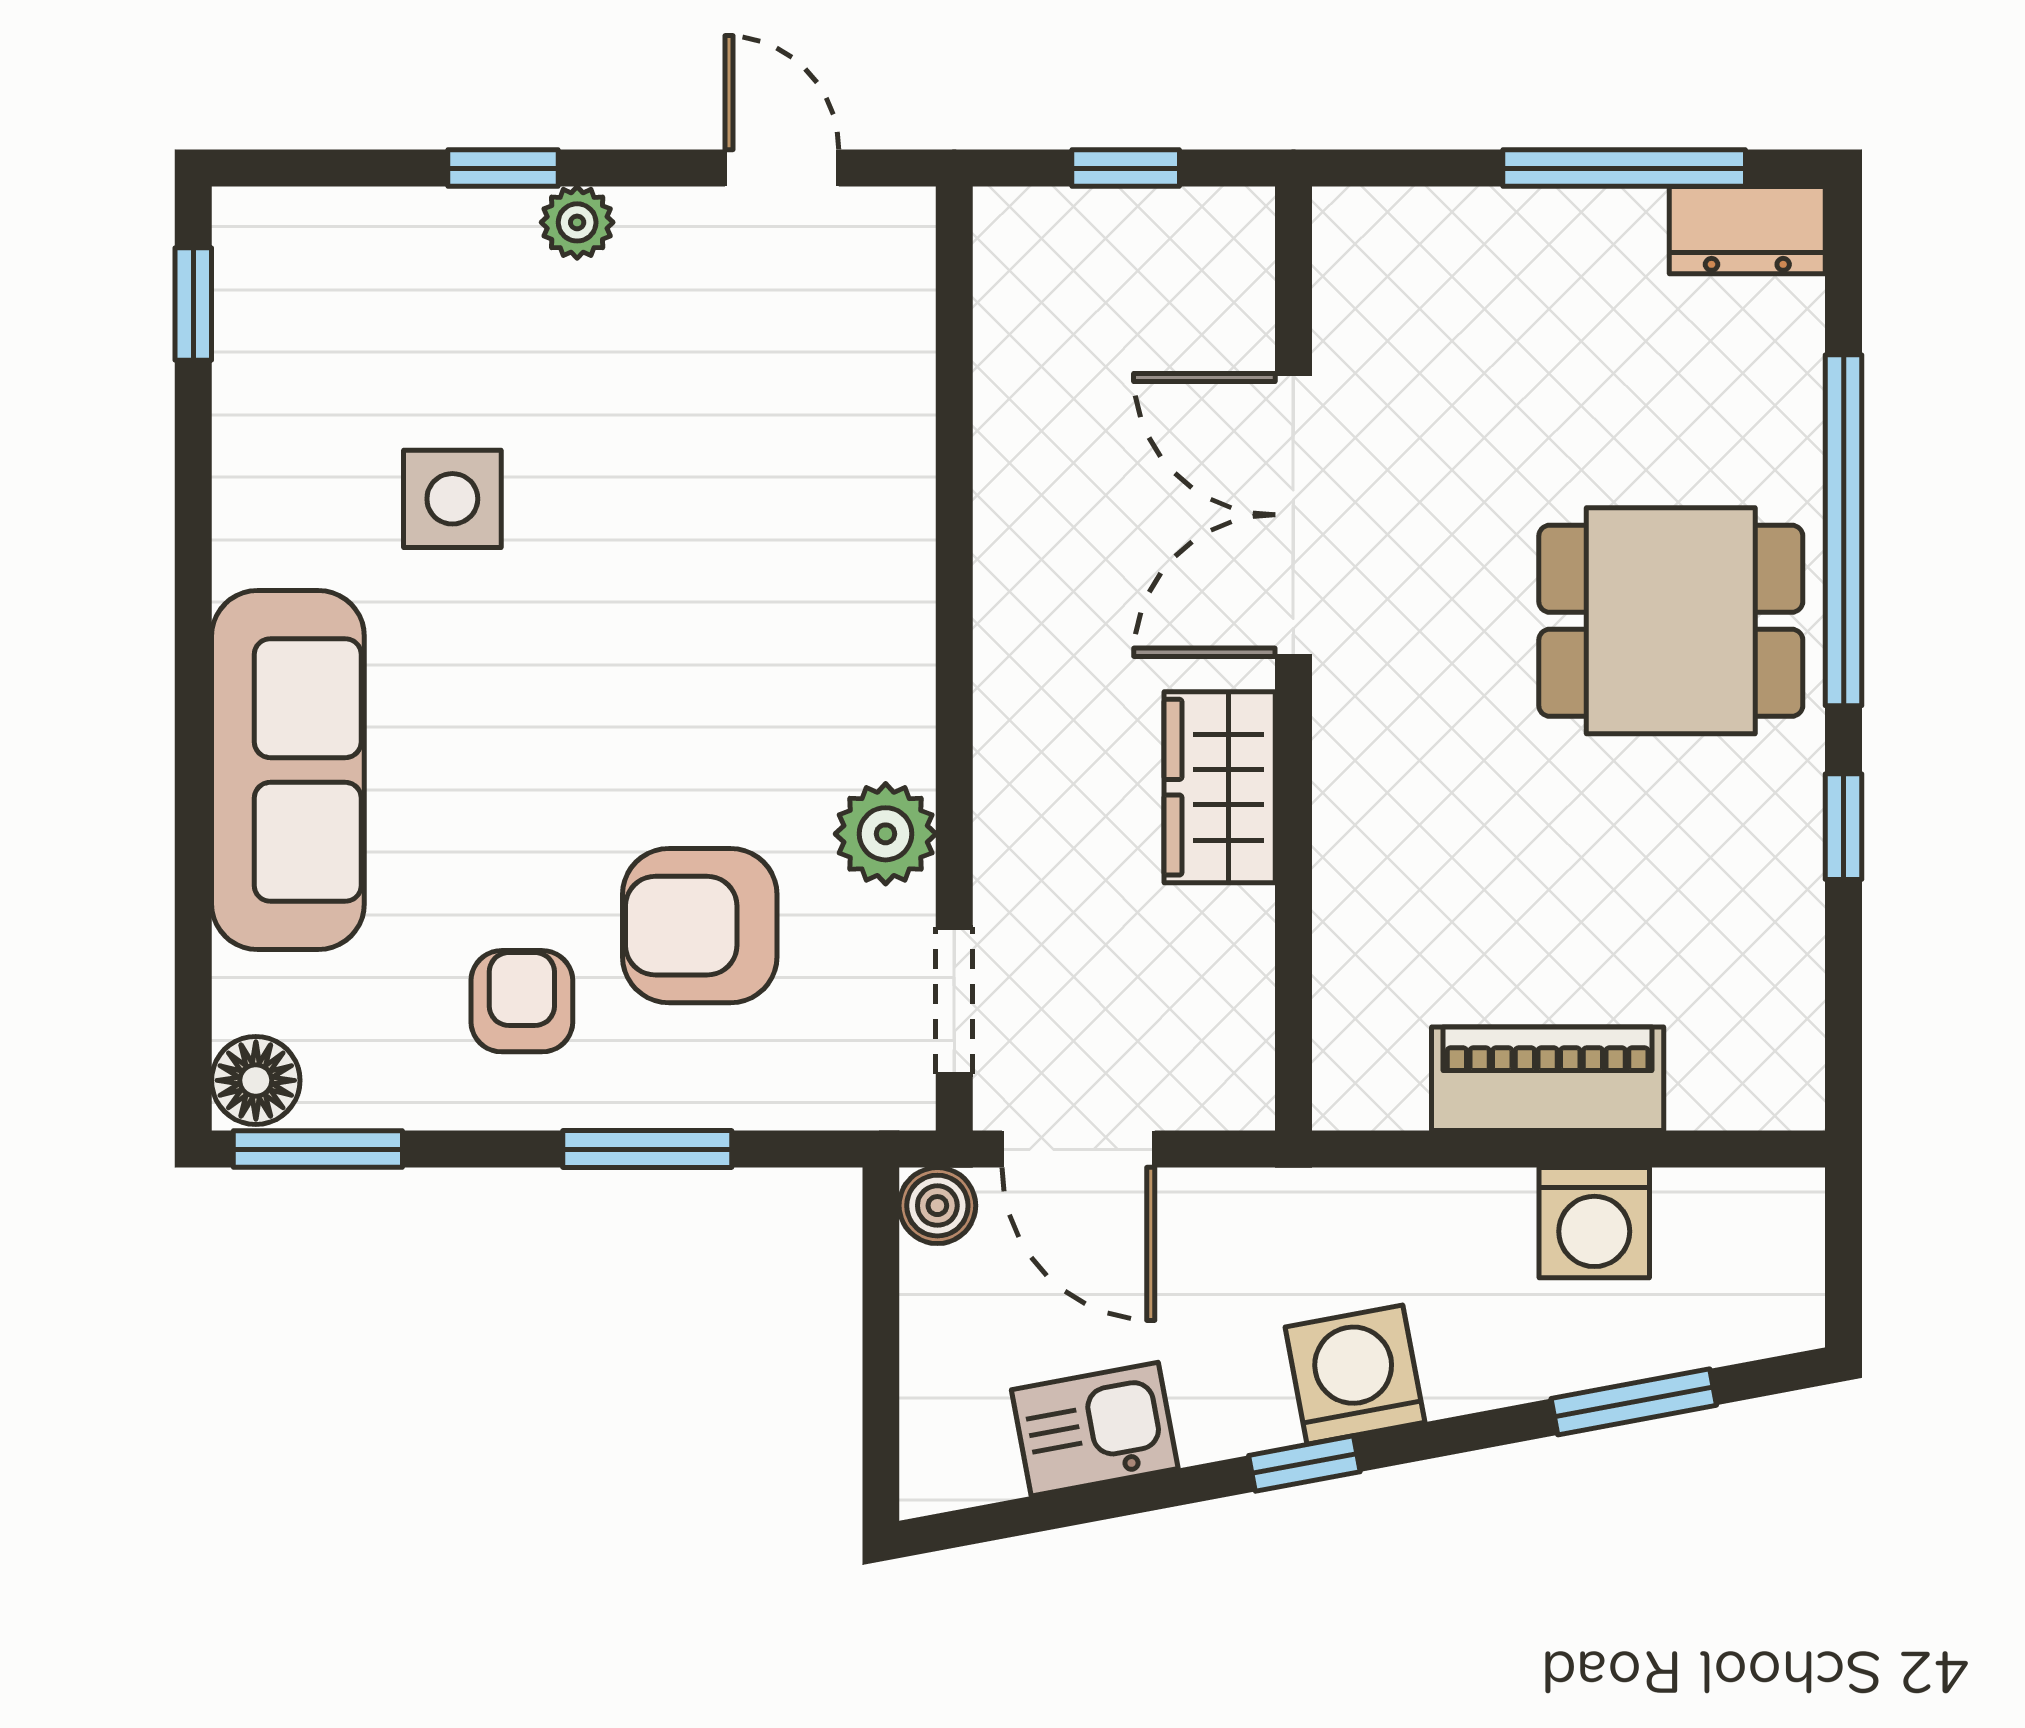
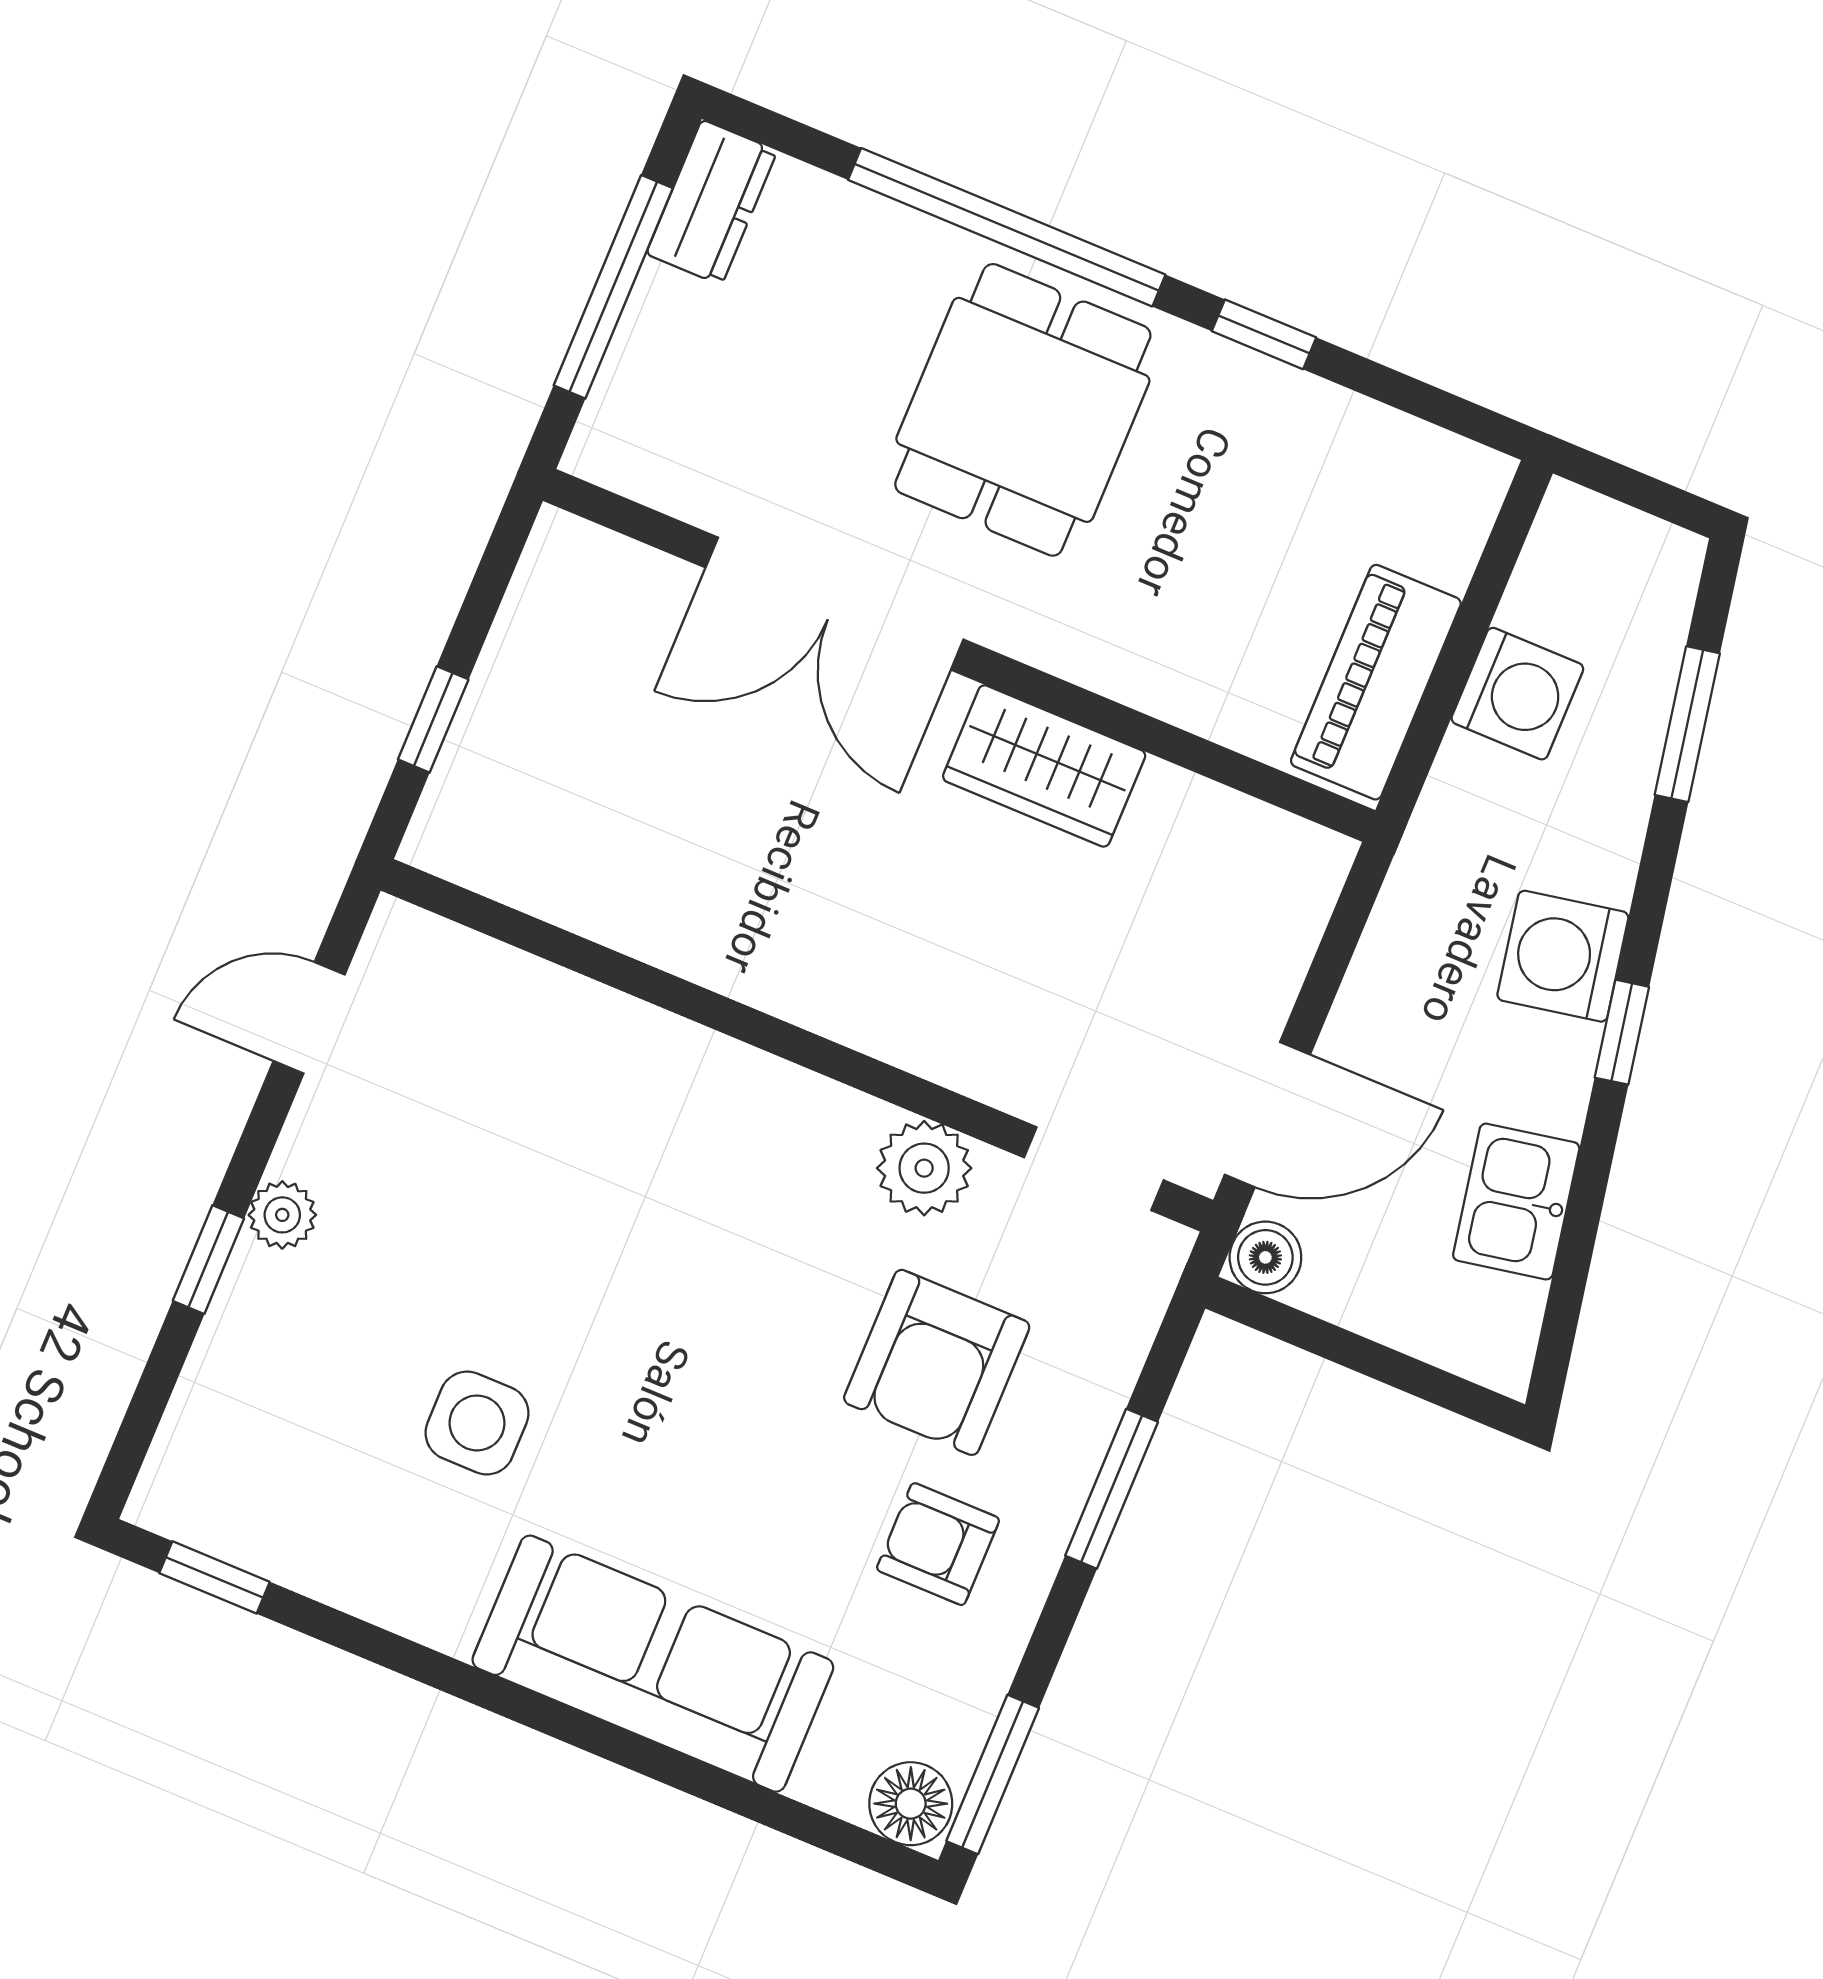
double door: (1293, 515) -> (834, 604), moved
wall: (1293, 659) -> (959, 655), moved
wardrobe: (1220, 787) -> (1044, 766), moved

